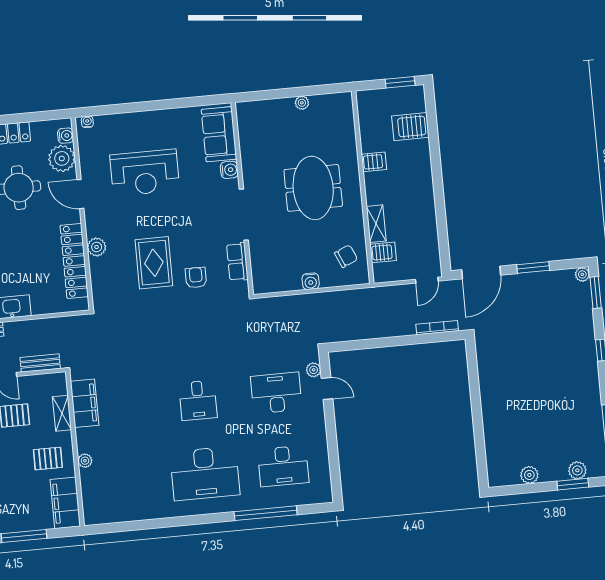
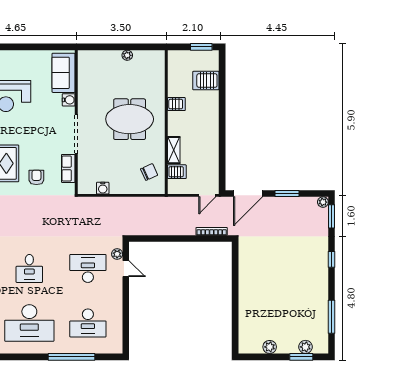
meeting table: (313, 188) -> (130, 119), turned 90
water cooler: (311, 281) -> (103, 188), moved

